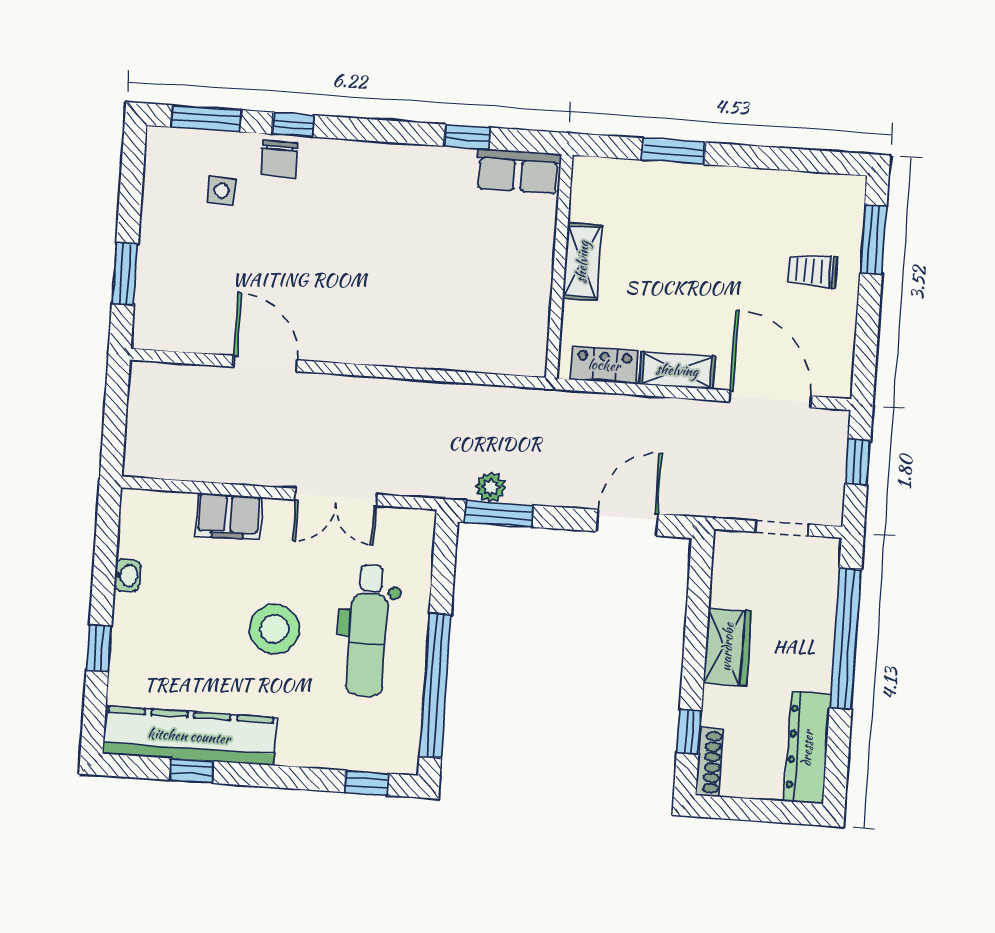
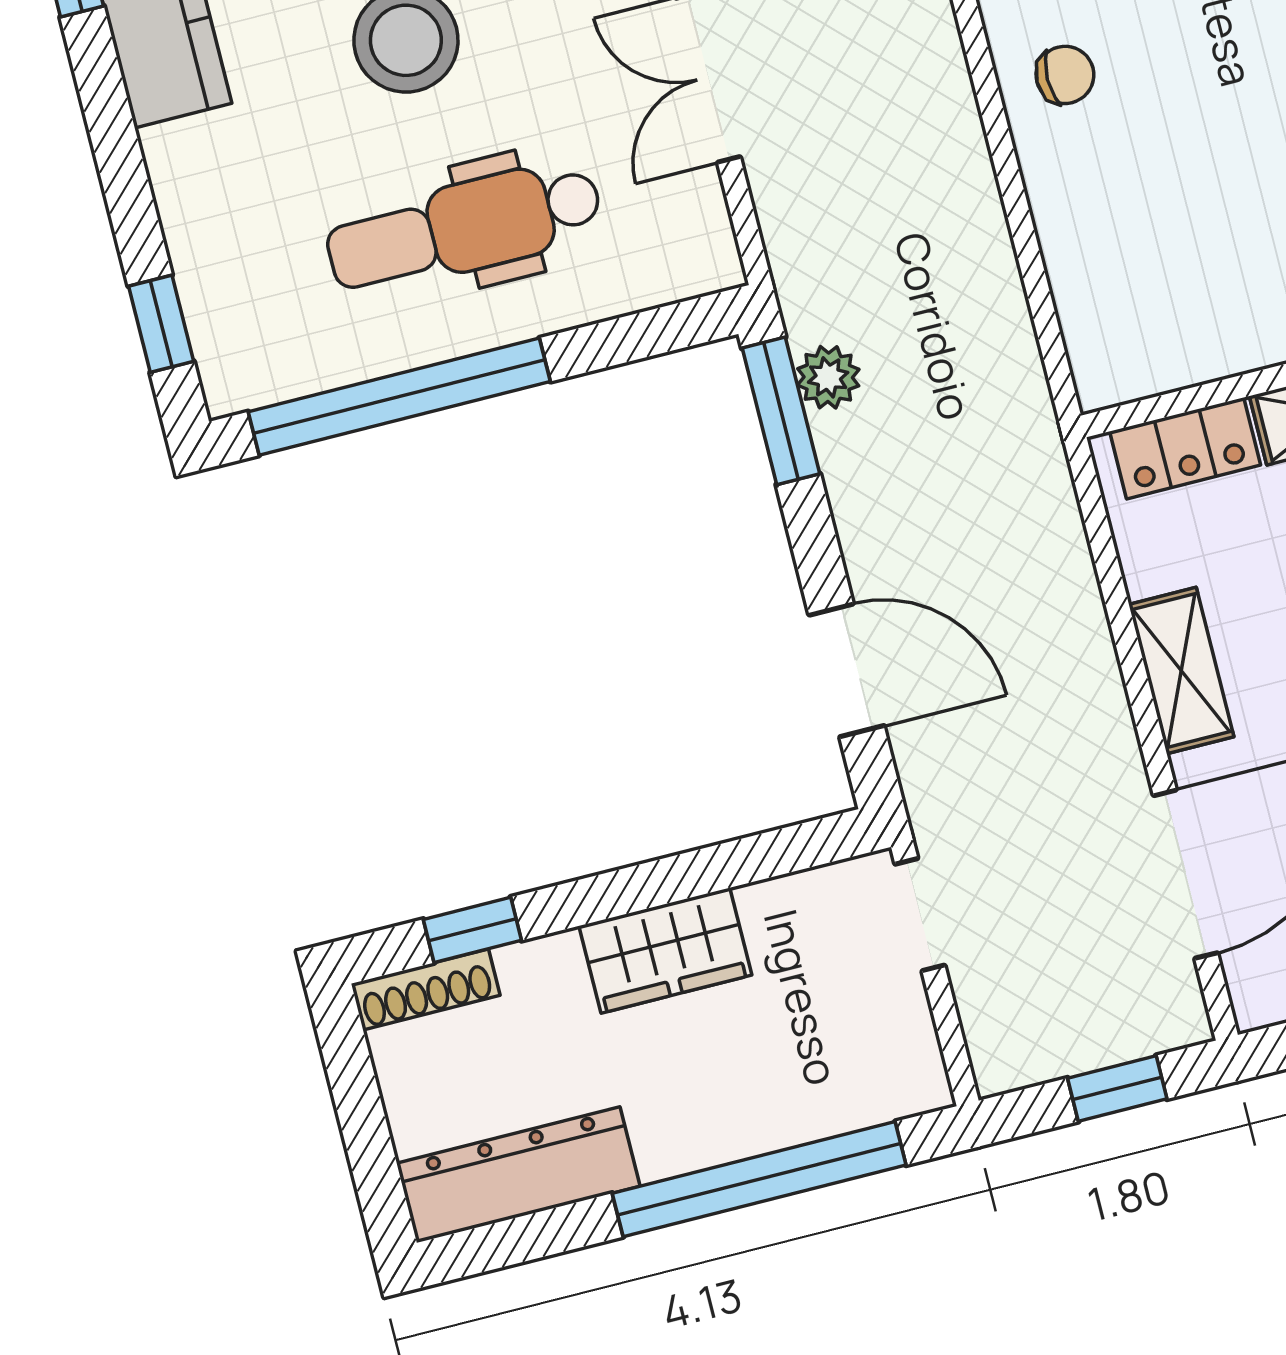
chair: (388, 334) -> (1065, 75), added
locker: (604, 365) -> (1185, 448), moved, turned 90
doorway: (782, 528) -> (920, 915), moved

